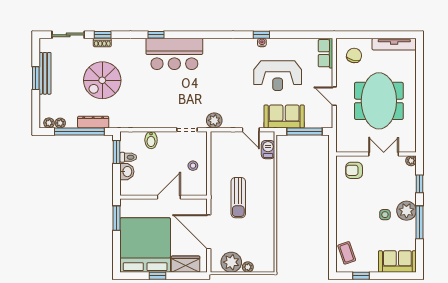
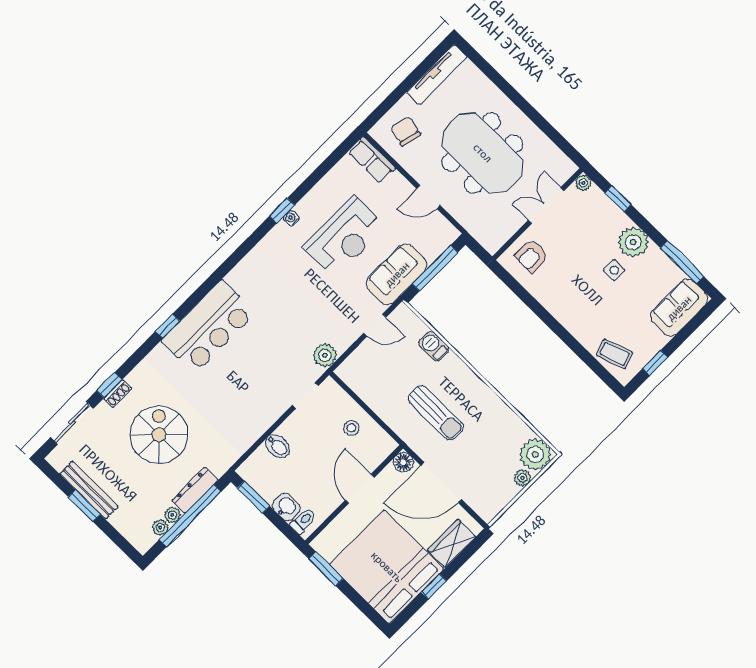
spiral stairs: (102, 80) -> (159, 435), turned 180
plant: (49, 123) -> (172, 515), moved
barbecue: (268, 150) -> (434, 346), moved
toilet: (128, 157) -> (303, 521), moved
floor lamp: (201, 205) -> (403, 462), added
window: (420, 222) -> (682, 262), moved
plant: (231, 262) -> (535, 454), moved

